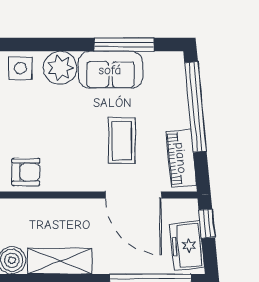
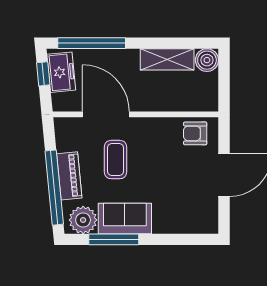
side table: (20, 68) -> (200, 220), removed
plant: (60, 68) -> (83, 220), moved
piano: (181, 158) -> (69, 176), moved
window: (207, 224) -> (43, 74), moved

